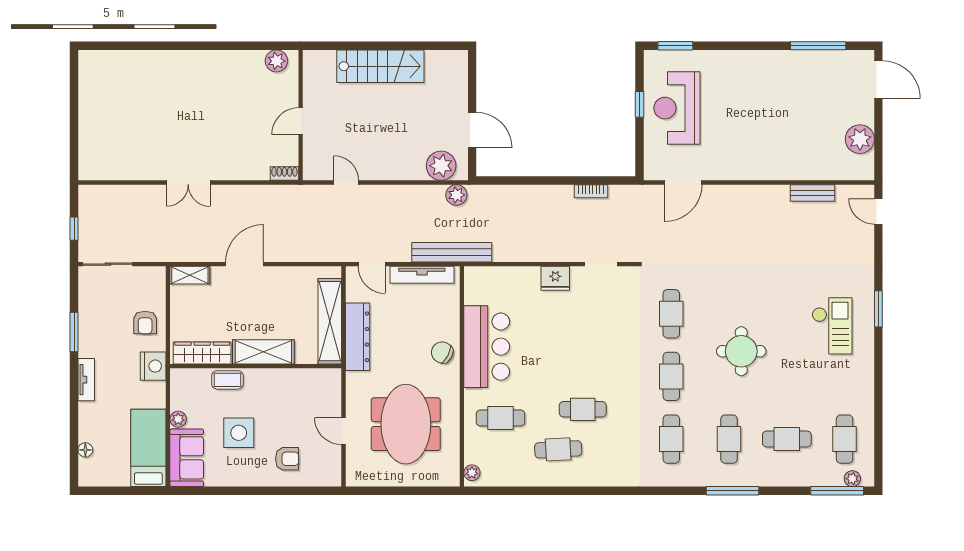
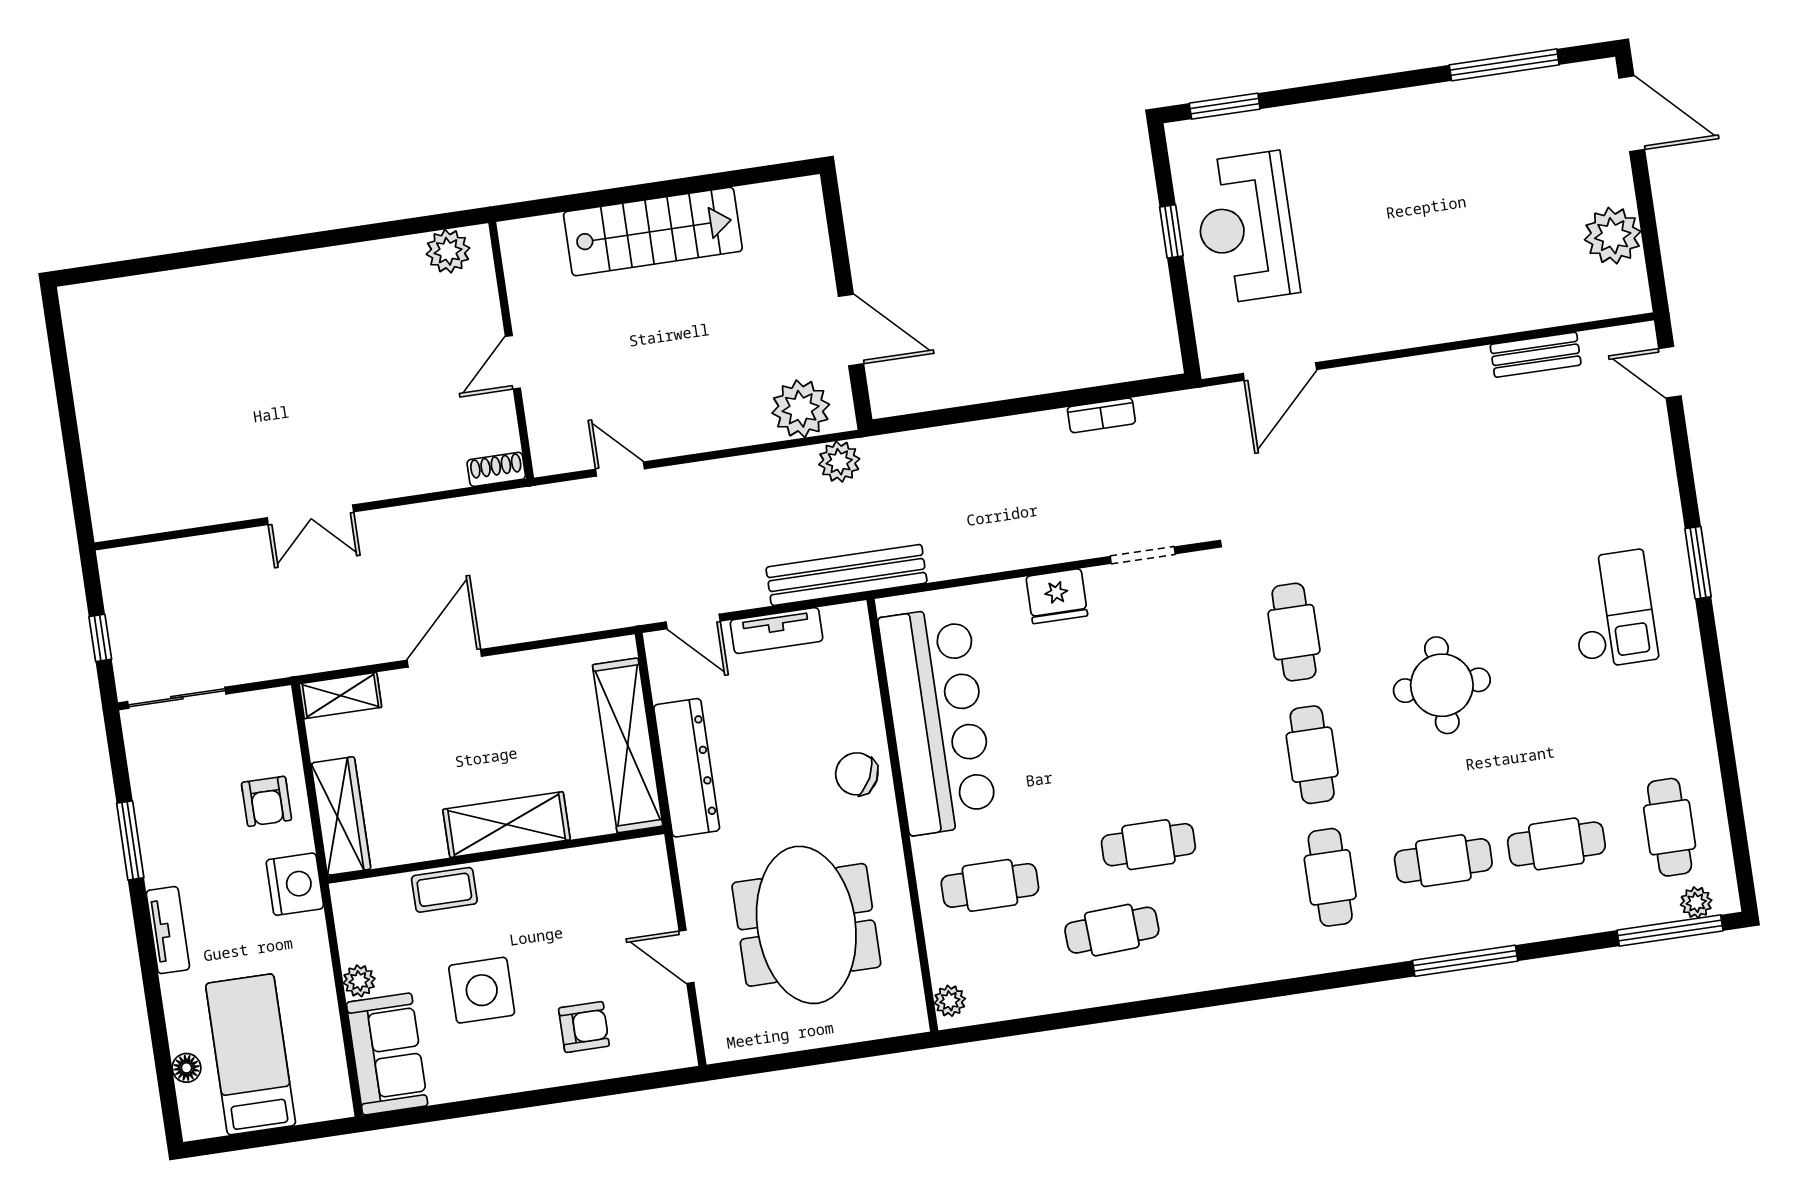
tv unit: (422, 275) -> (777, 631), width x0.71
bar counter: (487, 347) -> (938, 721), width x1.36
wardrobe: (202, 353) -> (341, 816), moved, turned 90
cafe table: (729, 439) -> (1443, 861), turned 90
bed: (148, 448) -> (251, 1054), moved

